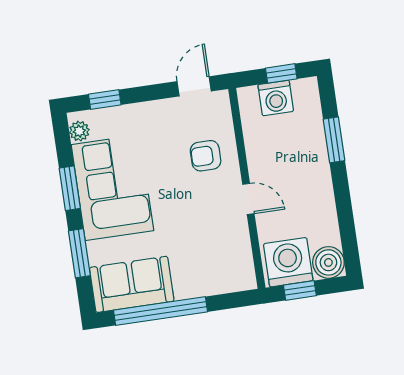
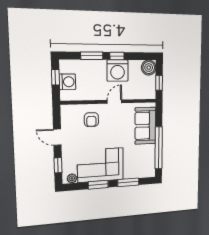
door: (194, 86) -> (57, 137), moved
window: (342, 191) -> (117, 56), added
washing machine: (288, 262) -> (118, 71), moved, turned -90
sofa: (132, 284) -> (145, 126), moved

